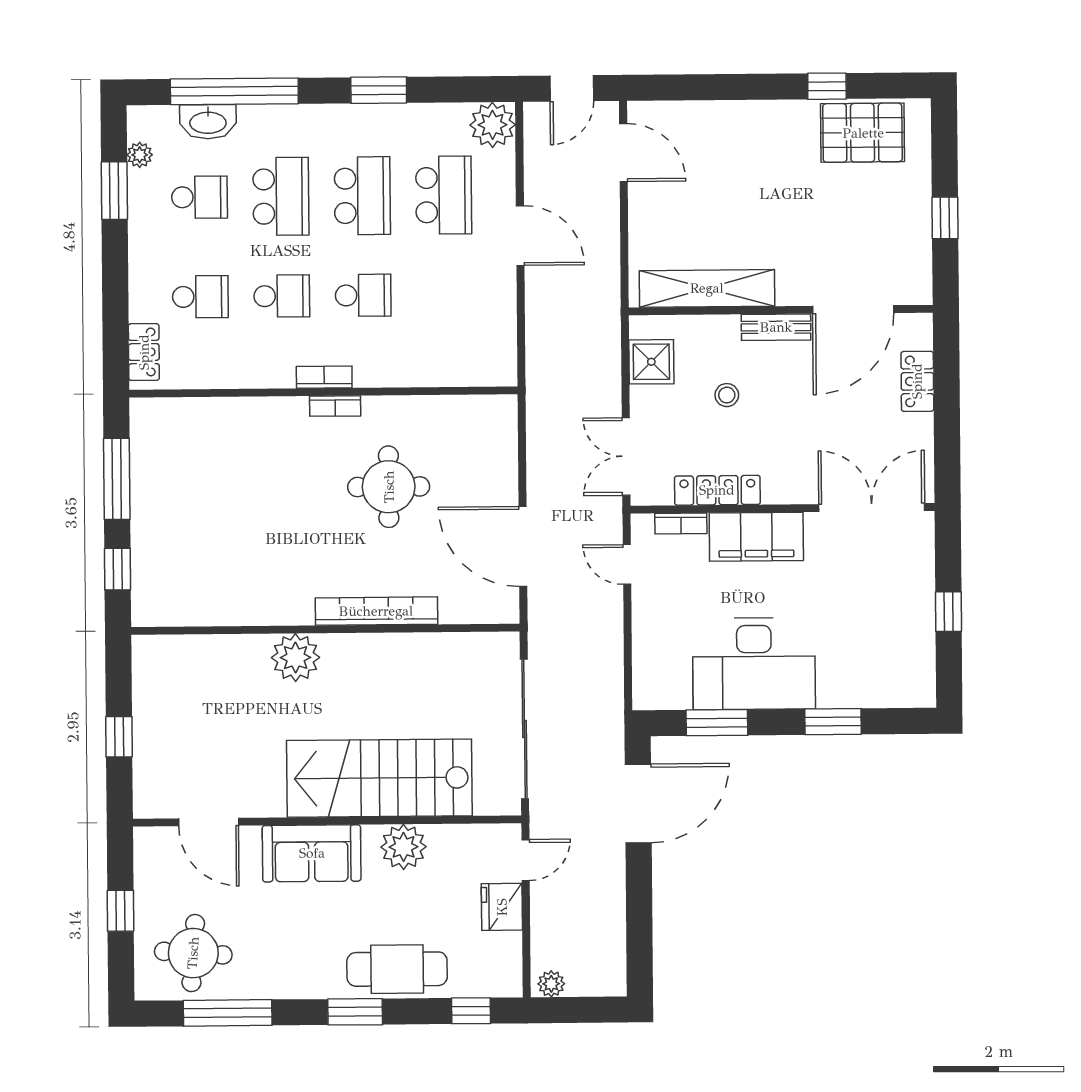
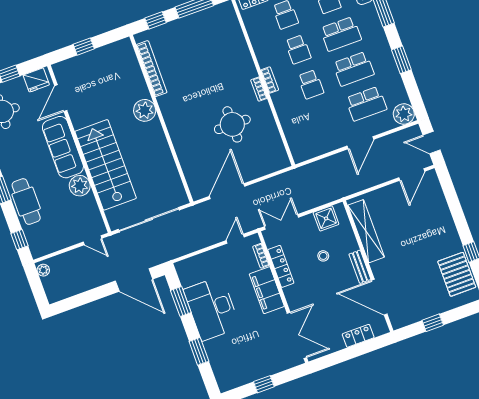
bookcase: (376, 611) -> (152, 69), moved
sofa: (312, 853) -> (63, 147), width x1.36
fridge: (502, 907) -> (36, 80), moved, turned 180

